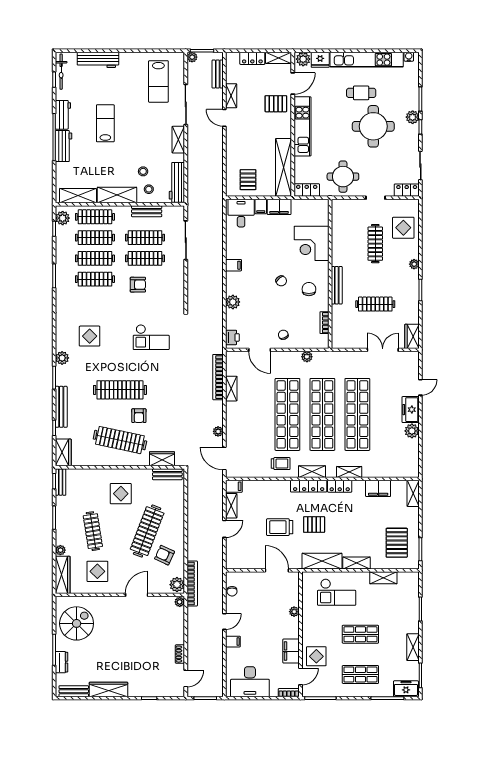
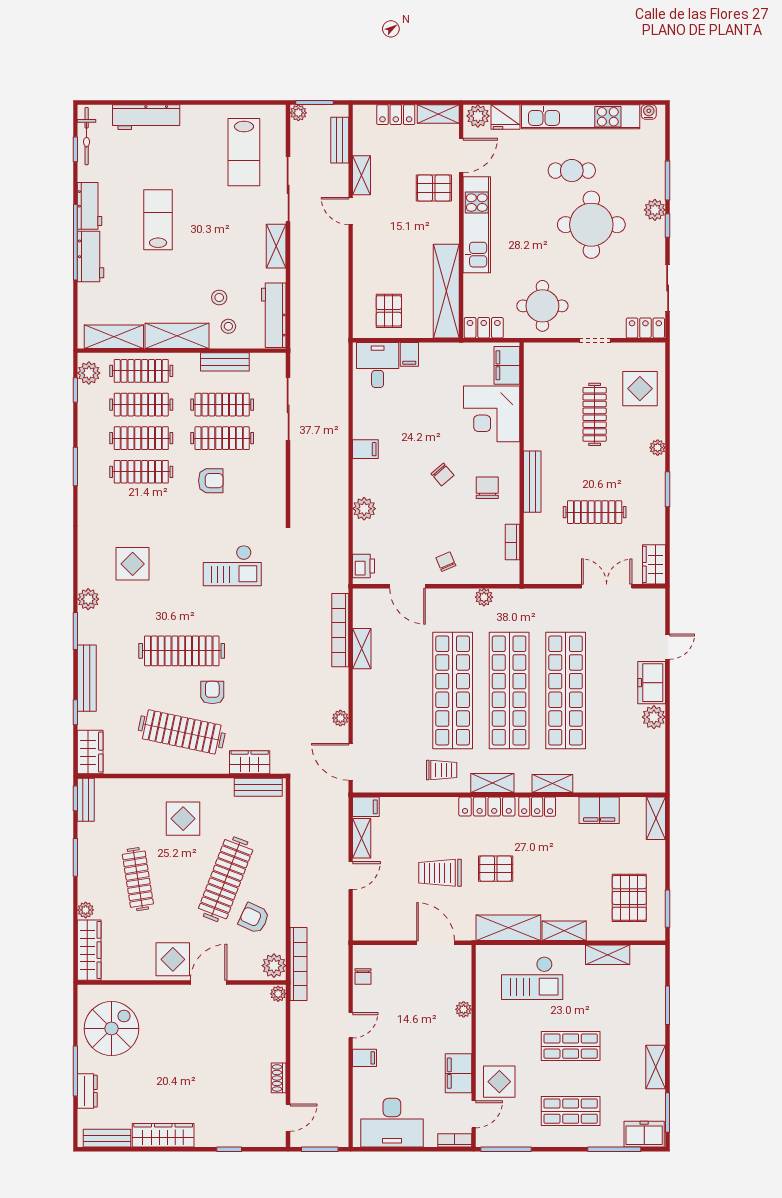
filing cabinet: (279, 207) -> (507, 365), moved, turned 90
armchair: (139, 416) -> (212, 693), turned 180
display table: (97, 571) -> (173, 959), moved

